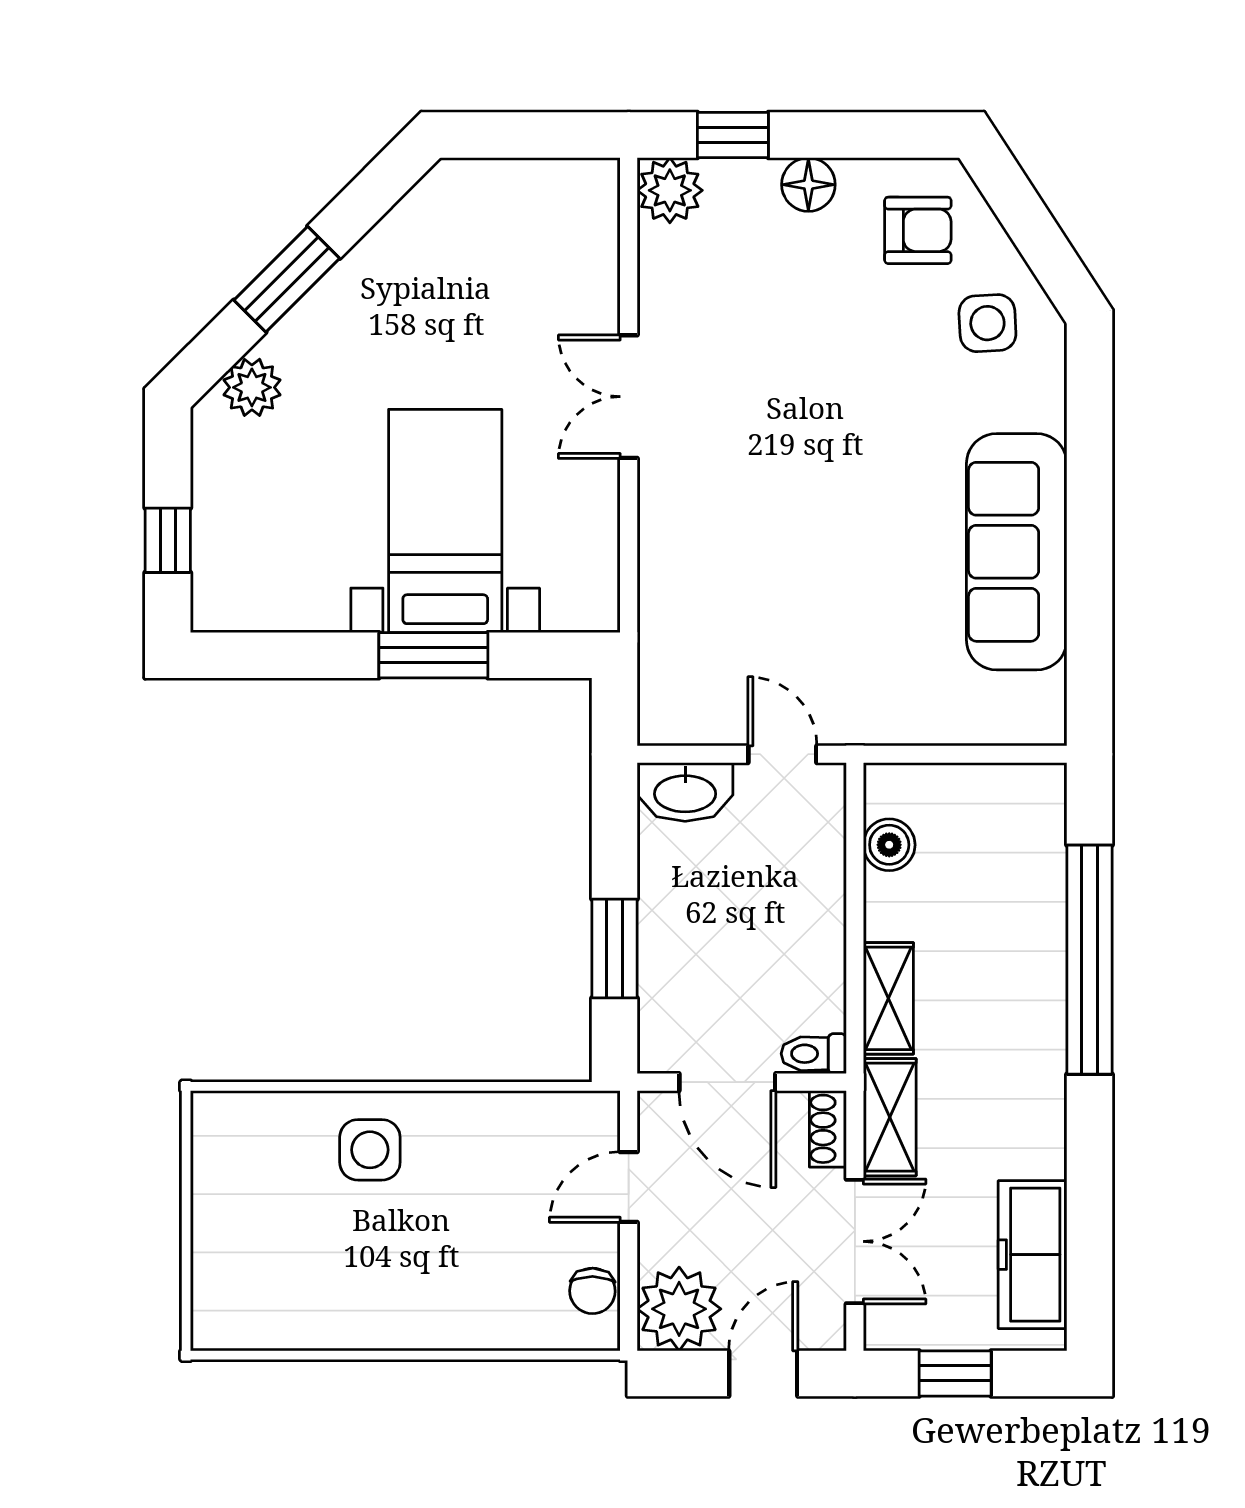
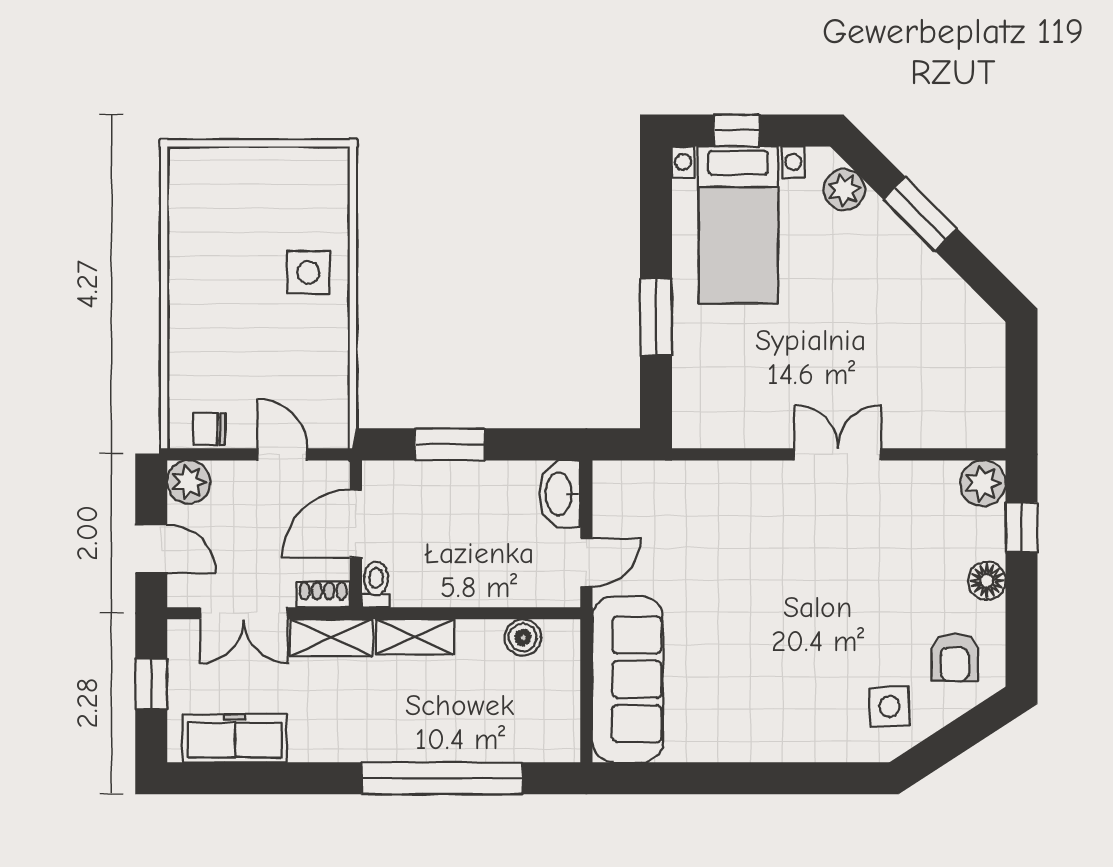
bed with nightstands: (445, 521) -> (738, 225), moved, turned 90
sofa: (1017, 552) -> (628, 679), moved, turned 90
plant: (679, 1309) -> (189, 482), width x0.73, depth x0.73

